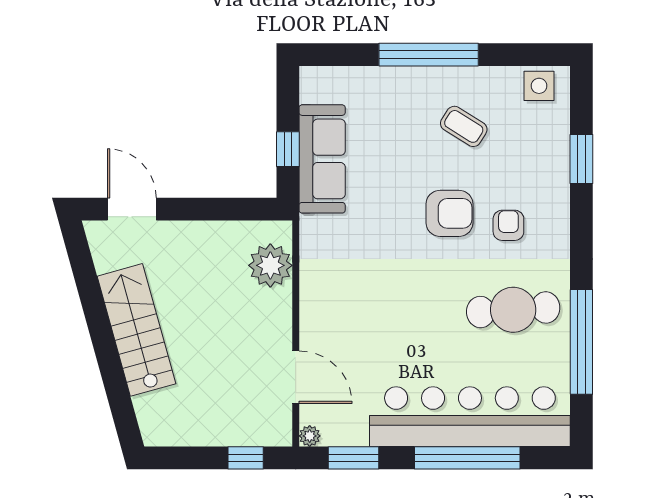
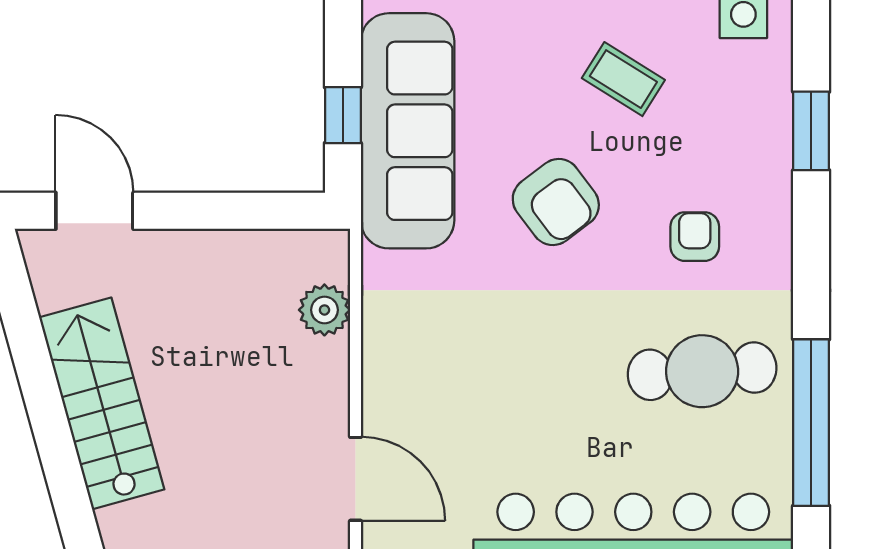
sofa: (322, 159) -> (408, 131), width x1.36, depth x1.27
armchair: (449, 213) -> (556, 202), moved, turned 53
plant: (270, 265) -> (324, 310), width x0.73, depth x0.73

